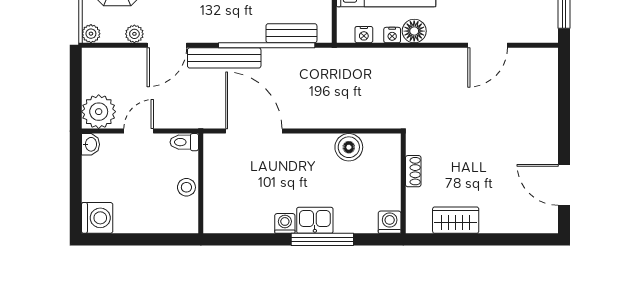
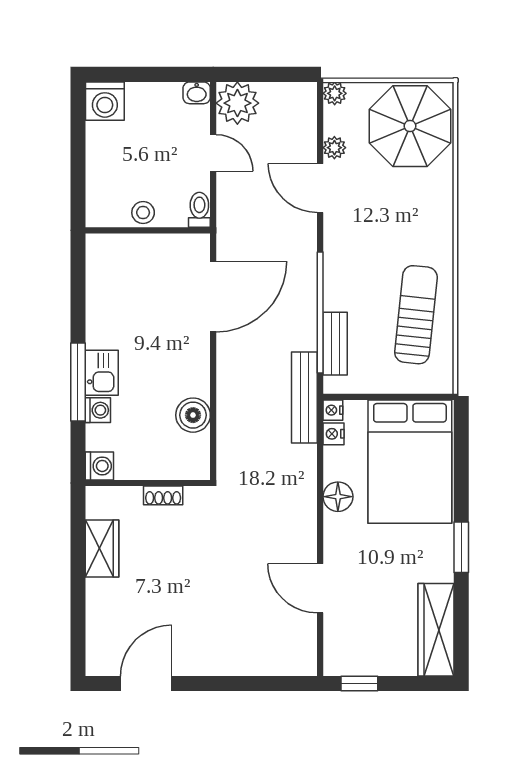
nightstand: (392, 35) -> (333, 410), moved
bench: (224, 58) -> (304, 398), moved
washing machine: (285, 223) -> (98, 410), moved

